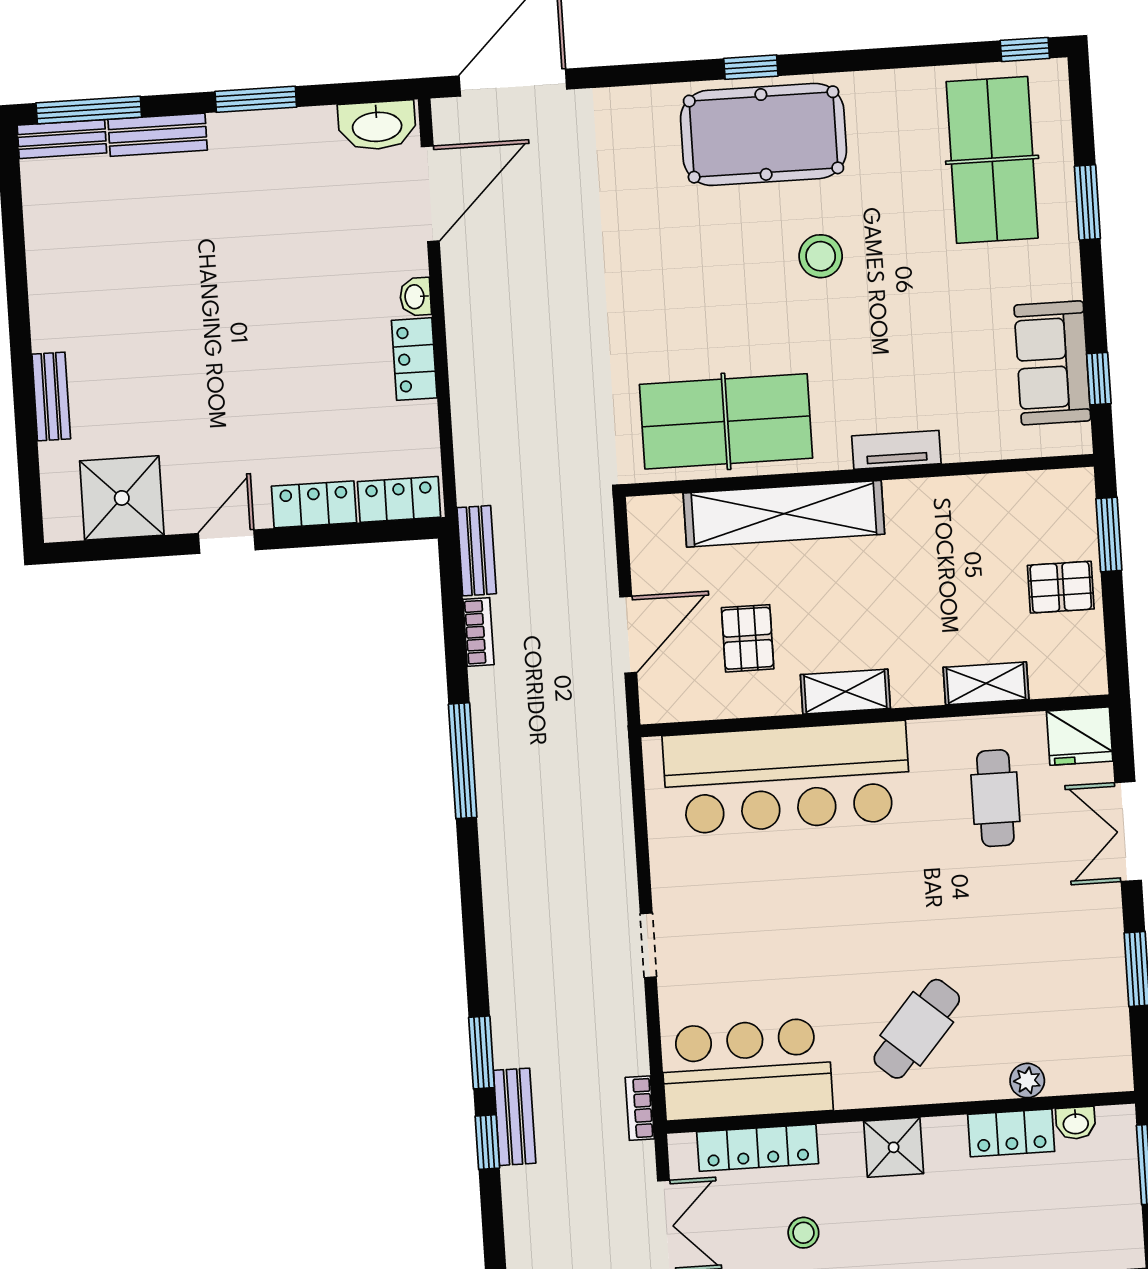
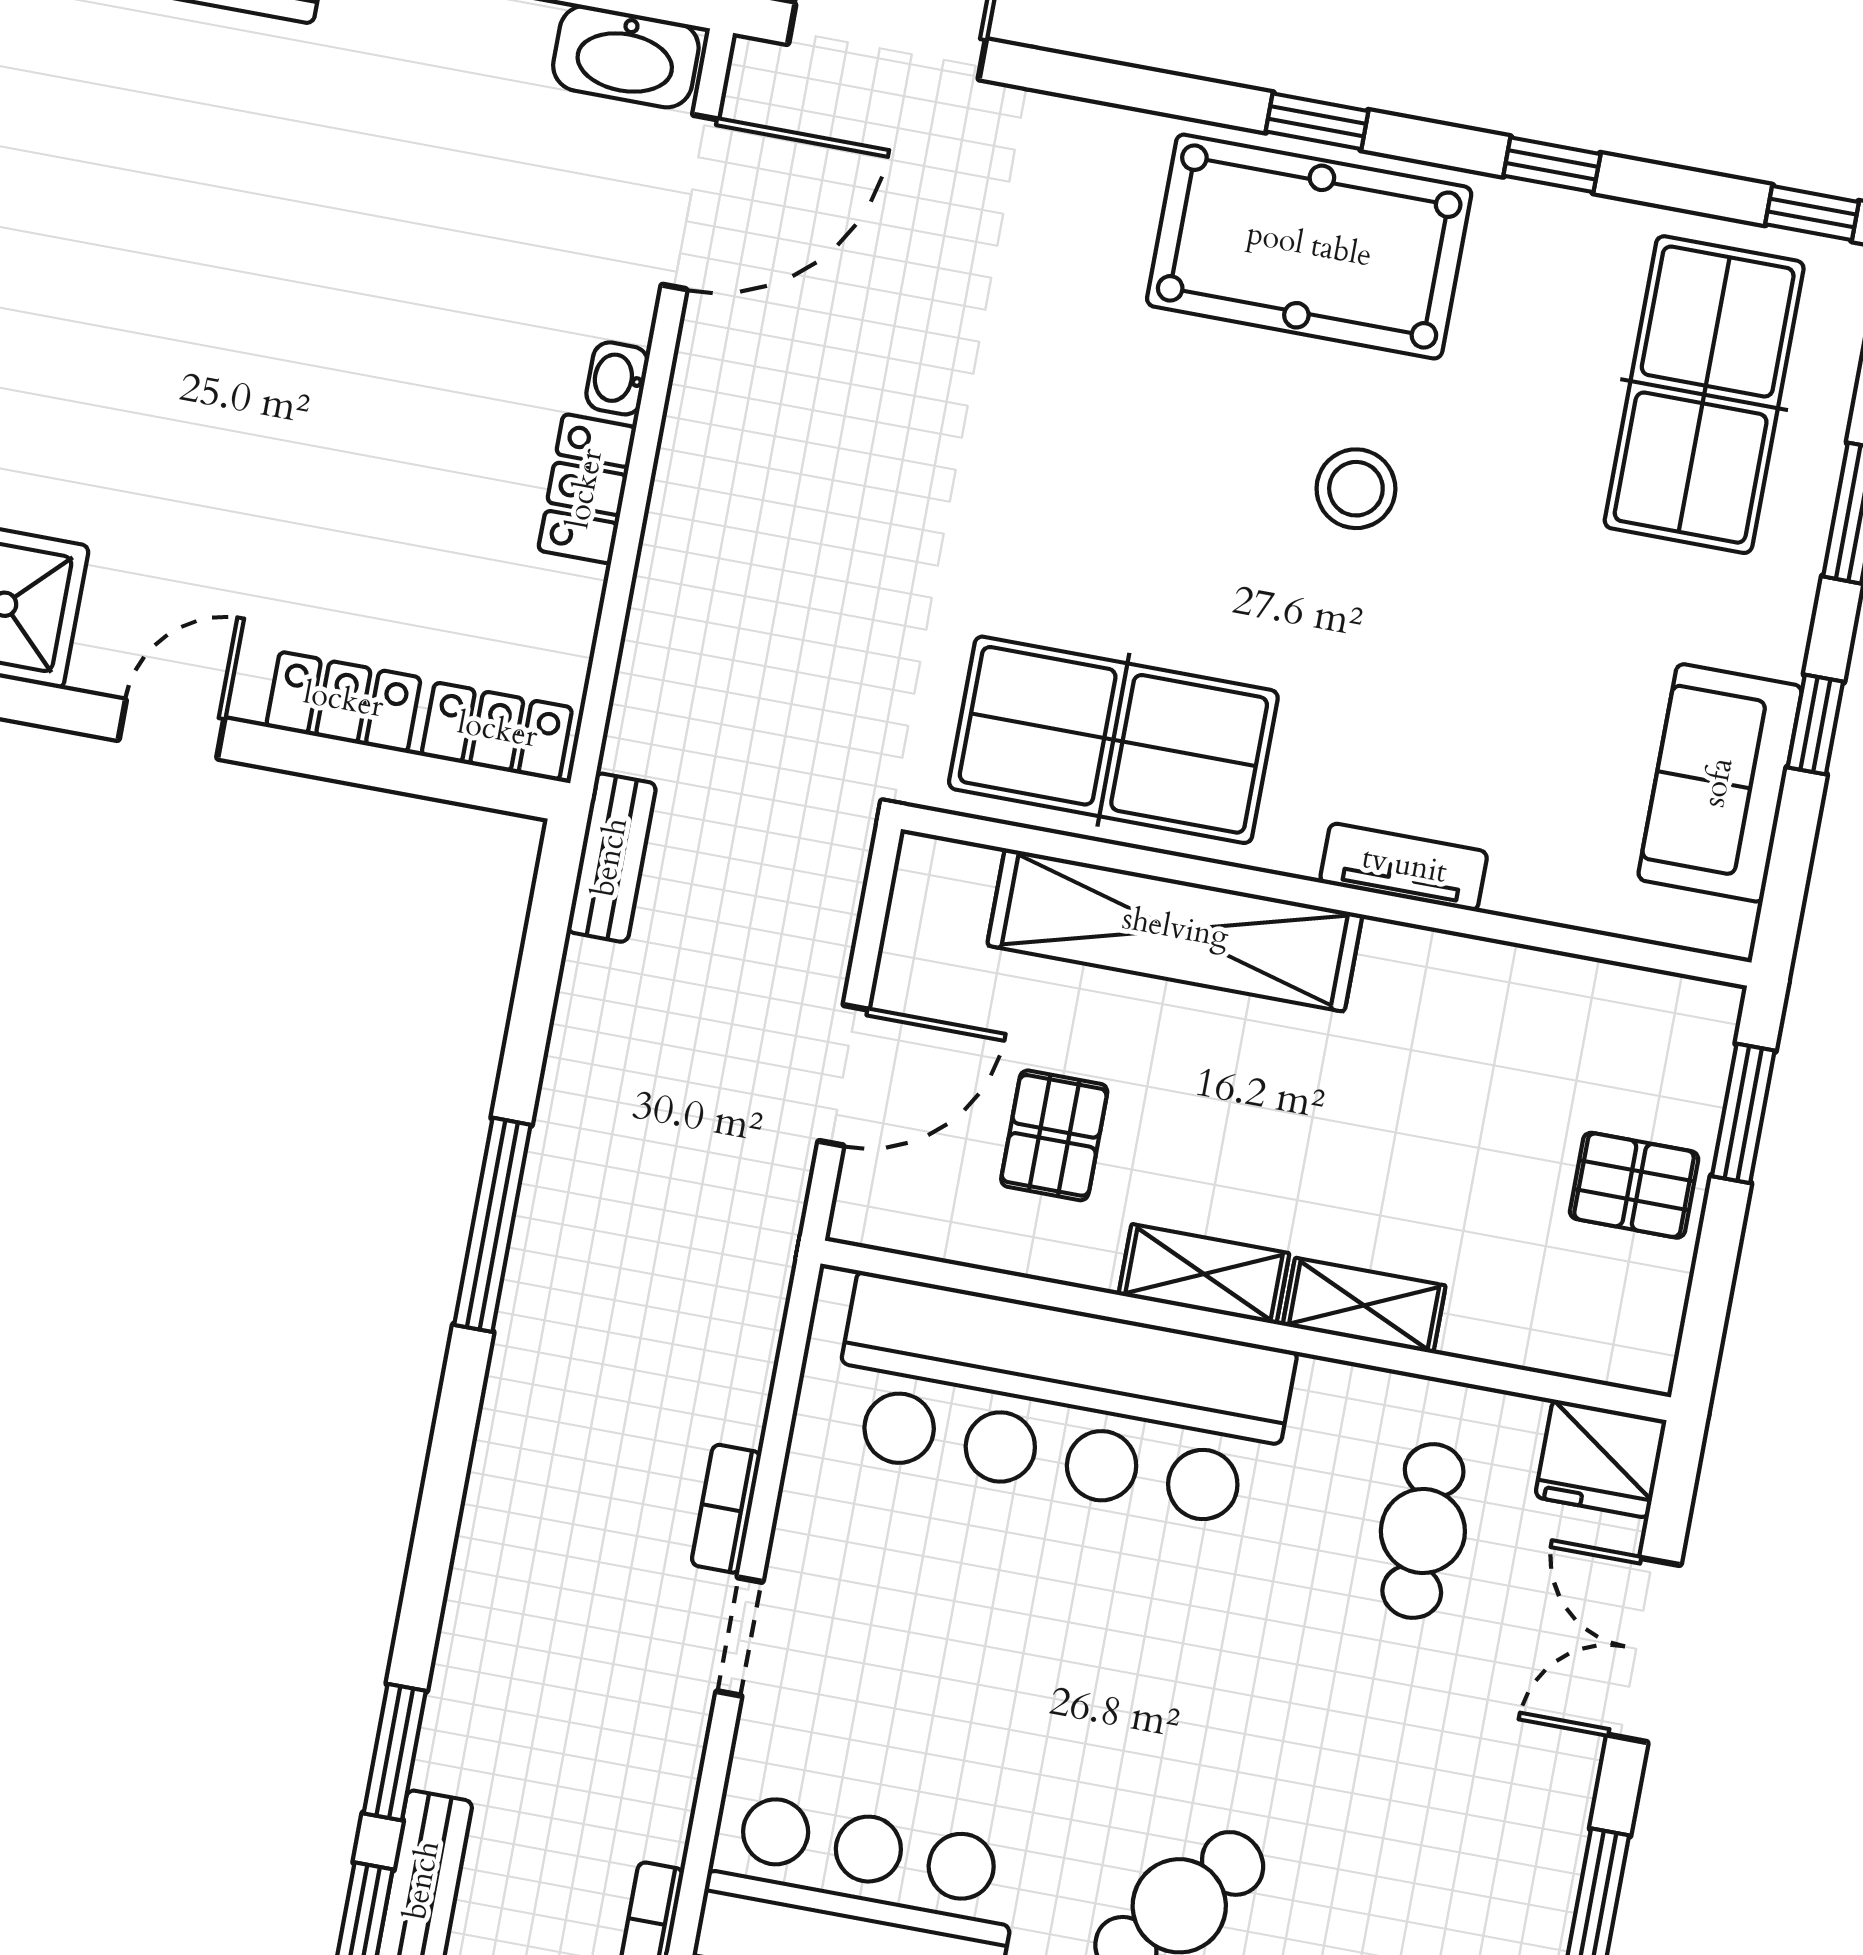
window: (881, 59) -> (1552, 165), added
window: (1099, 379) -> (1815, 725), moved
bookcase: (478, 632) -> (726, 1509), moved, turned 180
shelving: (986, 683) -> (1364, 1305), moved

